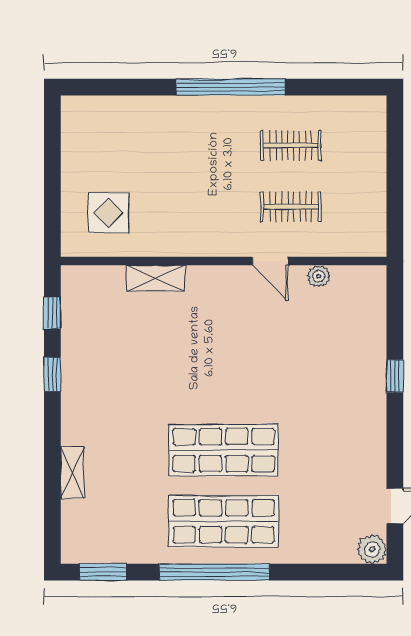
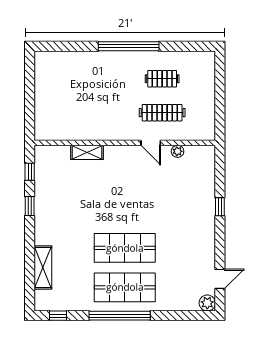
clothes rail: (291, 207) -> (162, 113), width x1.36
display table: (109, 213) -> (61, 116), removed
shelving: (72, 472) -> (43, 267), width x1.50, depth x1.33
window: (103, 572) -> (58, 316), width x0.67

